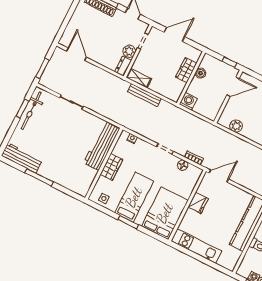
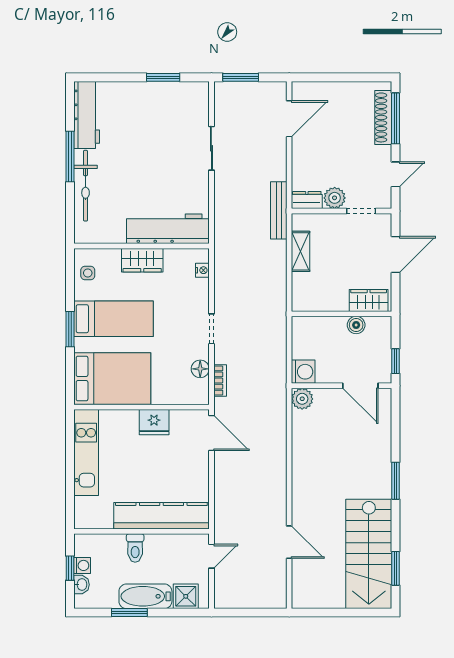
door: (174, 34) -> (396, 254), hinge flipped
wardrobe: (186, 70) -> (369, 300), moved
shelving: (139, 78) -> (301, 251), moved
bench: (144, 95) -> (279, 210), moved
washing machine: (188, 101) -> (303, 372), moved
bicycle: (31, 111) -> (86, 186), moved, turned -90
plant: (236, 126) -> (302, 399), moved

